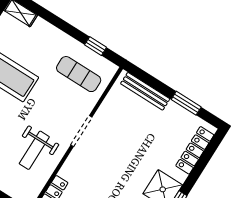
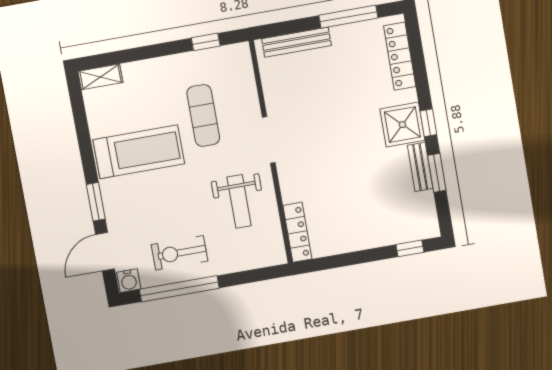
exercise mat: (79, 74) -> (203, 116), moved, turned 90
window: (186, 103) -> (348, 17), width x1.44

